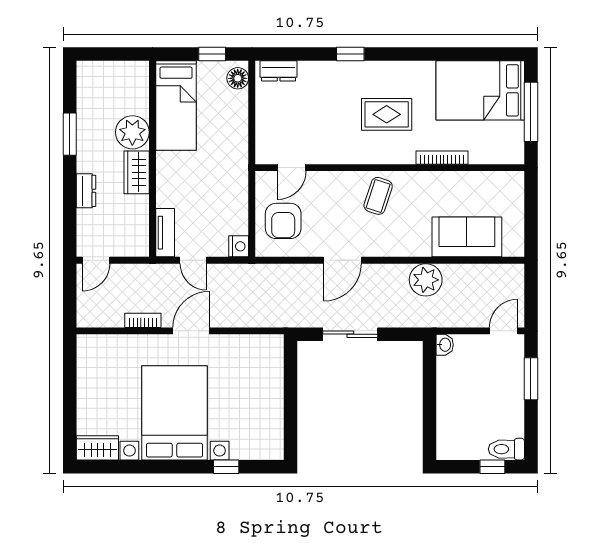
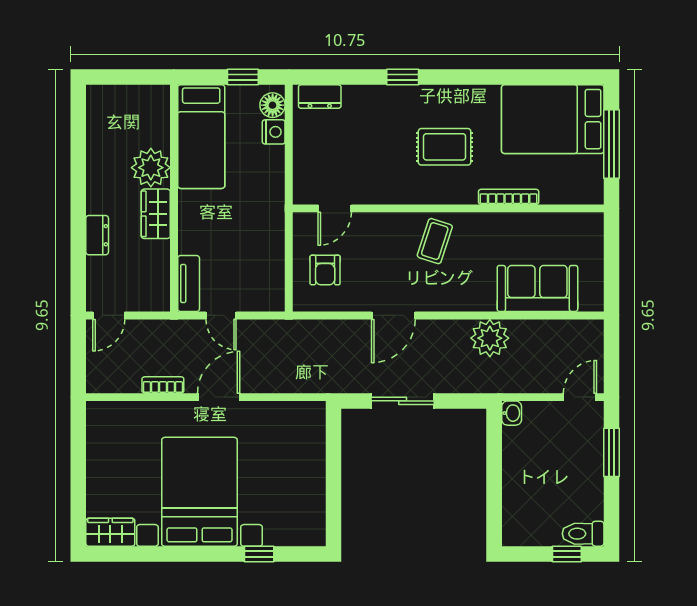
window: (70, 134) -> (78, 170), removed
armchair: (283, 221) -> (325, 270), width x0.72, depth x0.72
nightstand: (239, 246) -> (274, 132), moved

